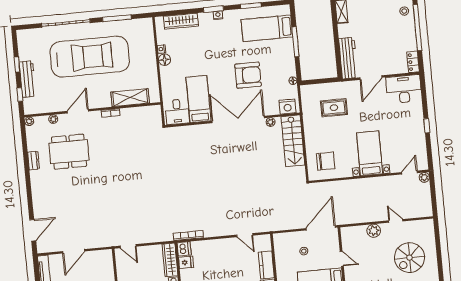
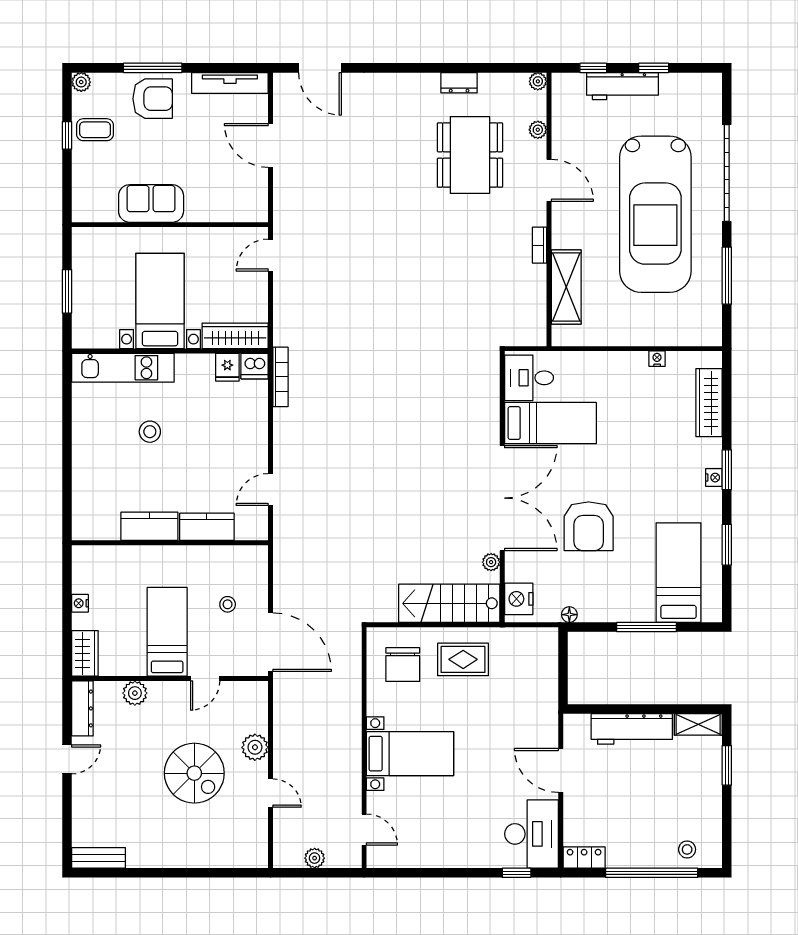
workbench: (348, 58) -> (632, 729), moved
floor lamp: (165, 60) -> (635, 363), removed
rug: (334, 108) -> (463, 659), moved, turned 90
window: (427, 126) -> (517, 873), moved
plant: (424, 177) -> (315, 858), moved
door: (396, 221) -> (271, 793), hinge flipped
spiral stairs: (410, 258) -> (194, 773), moved, turned 180

